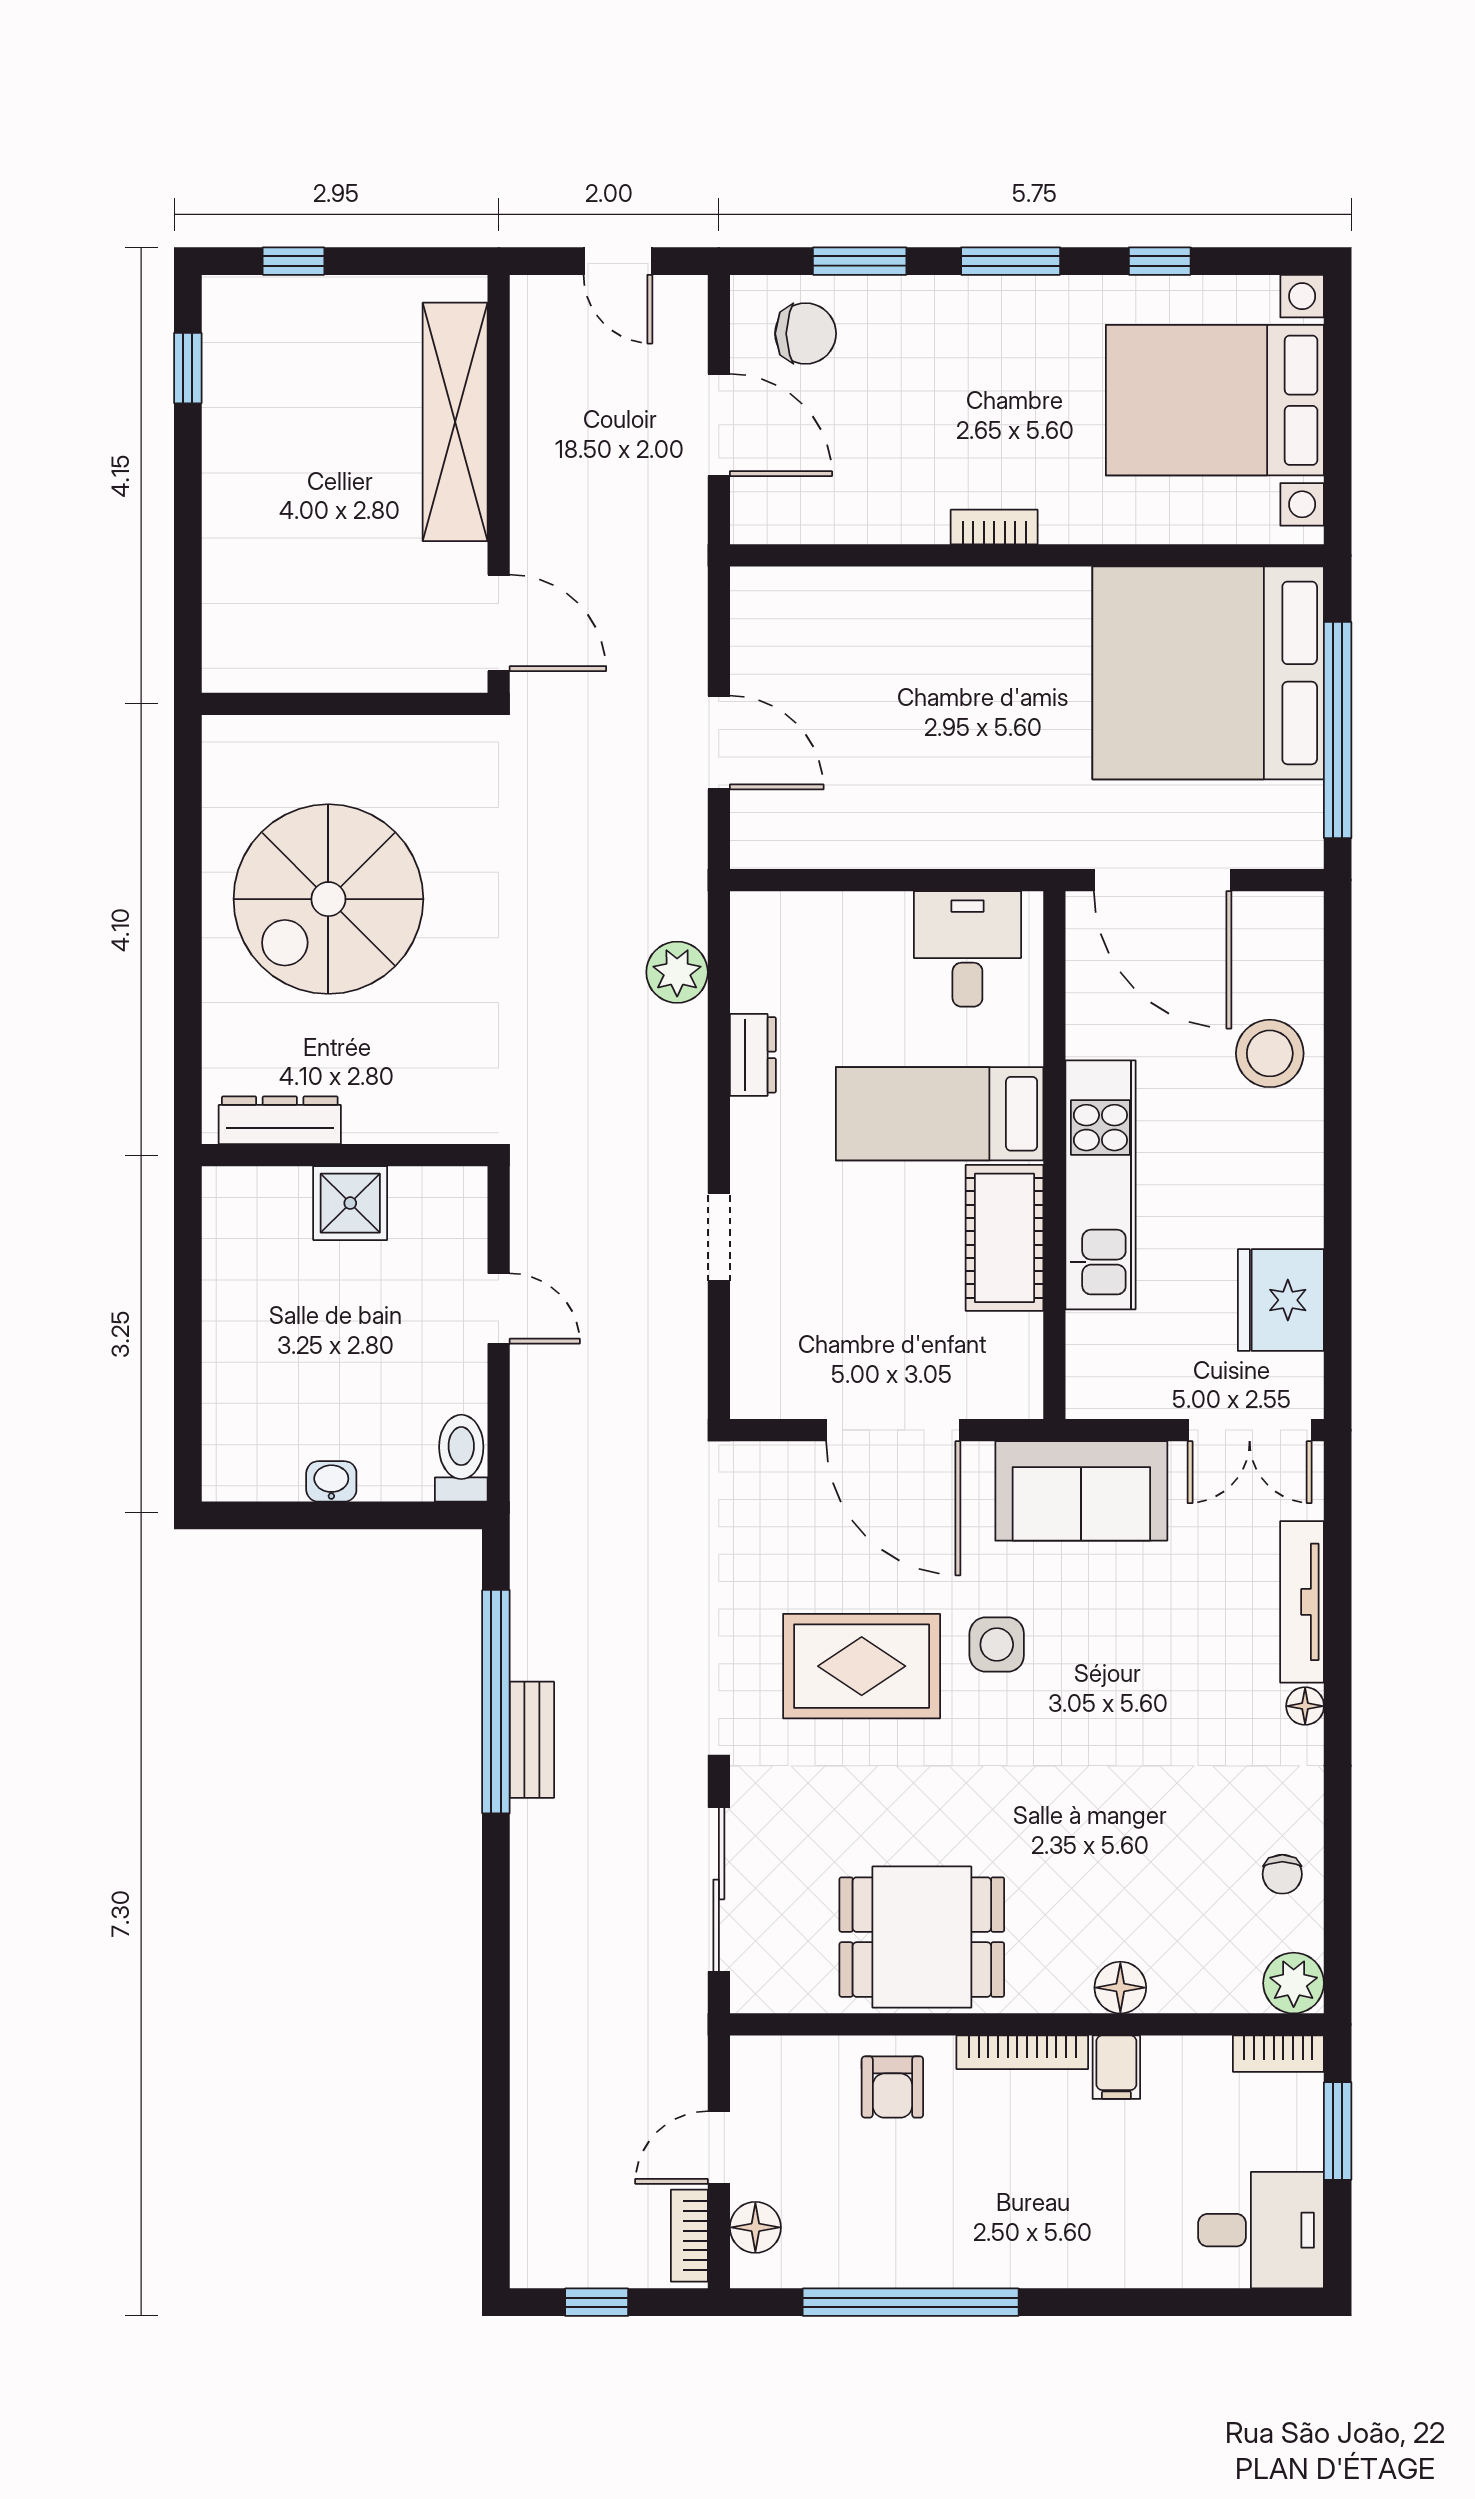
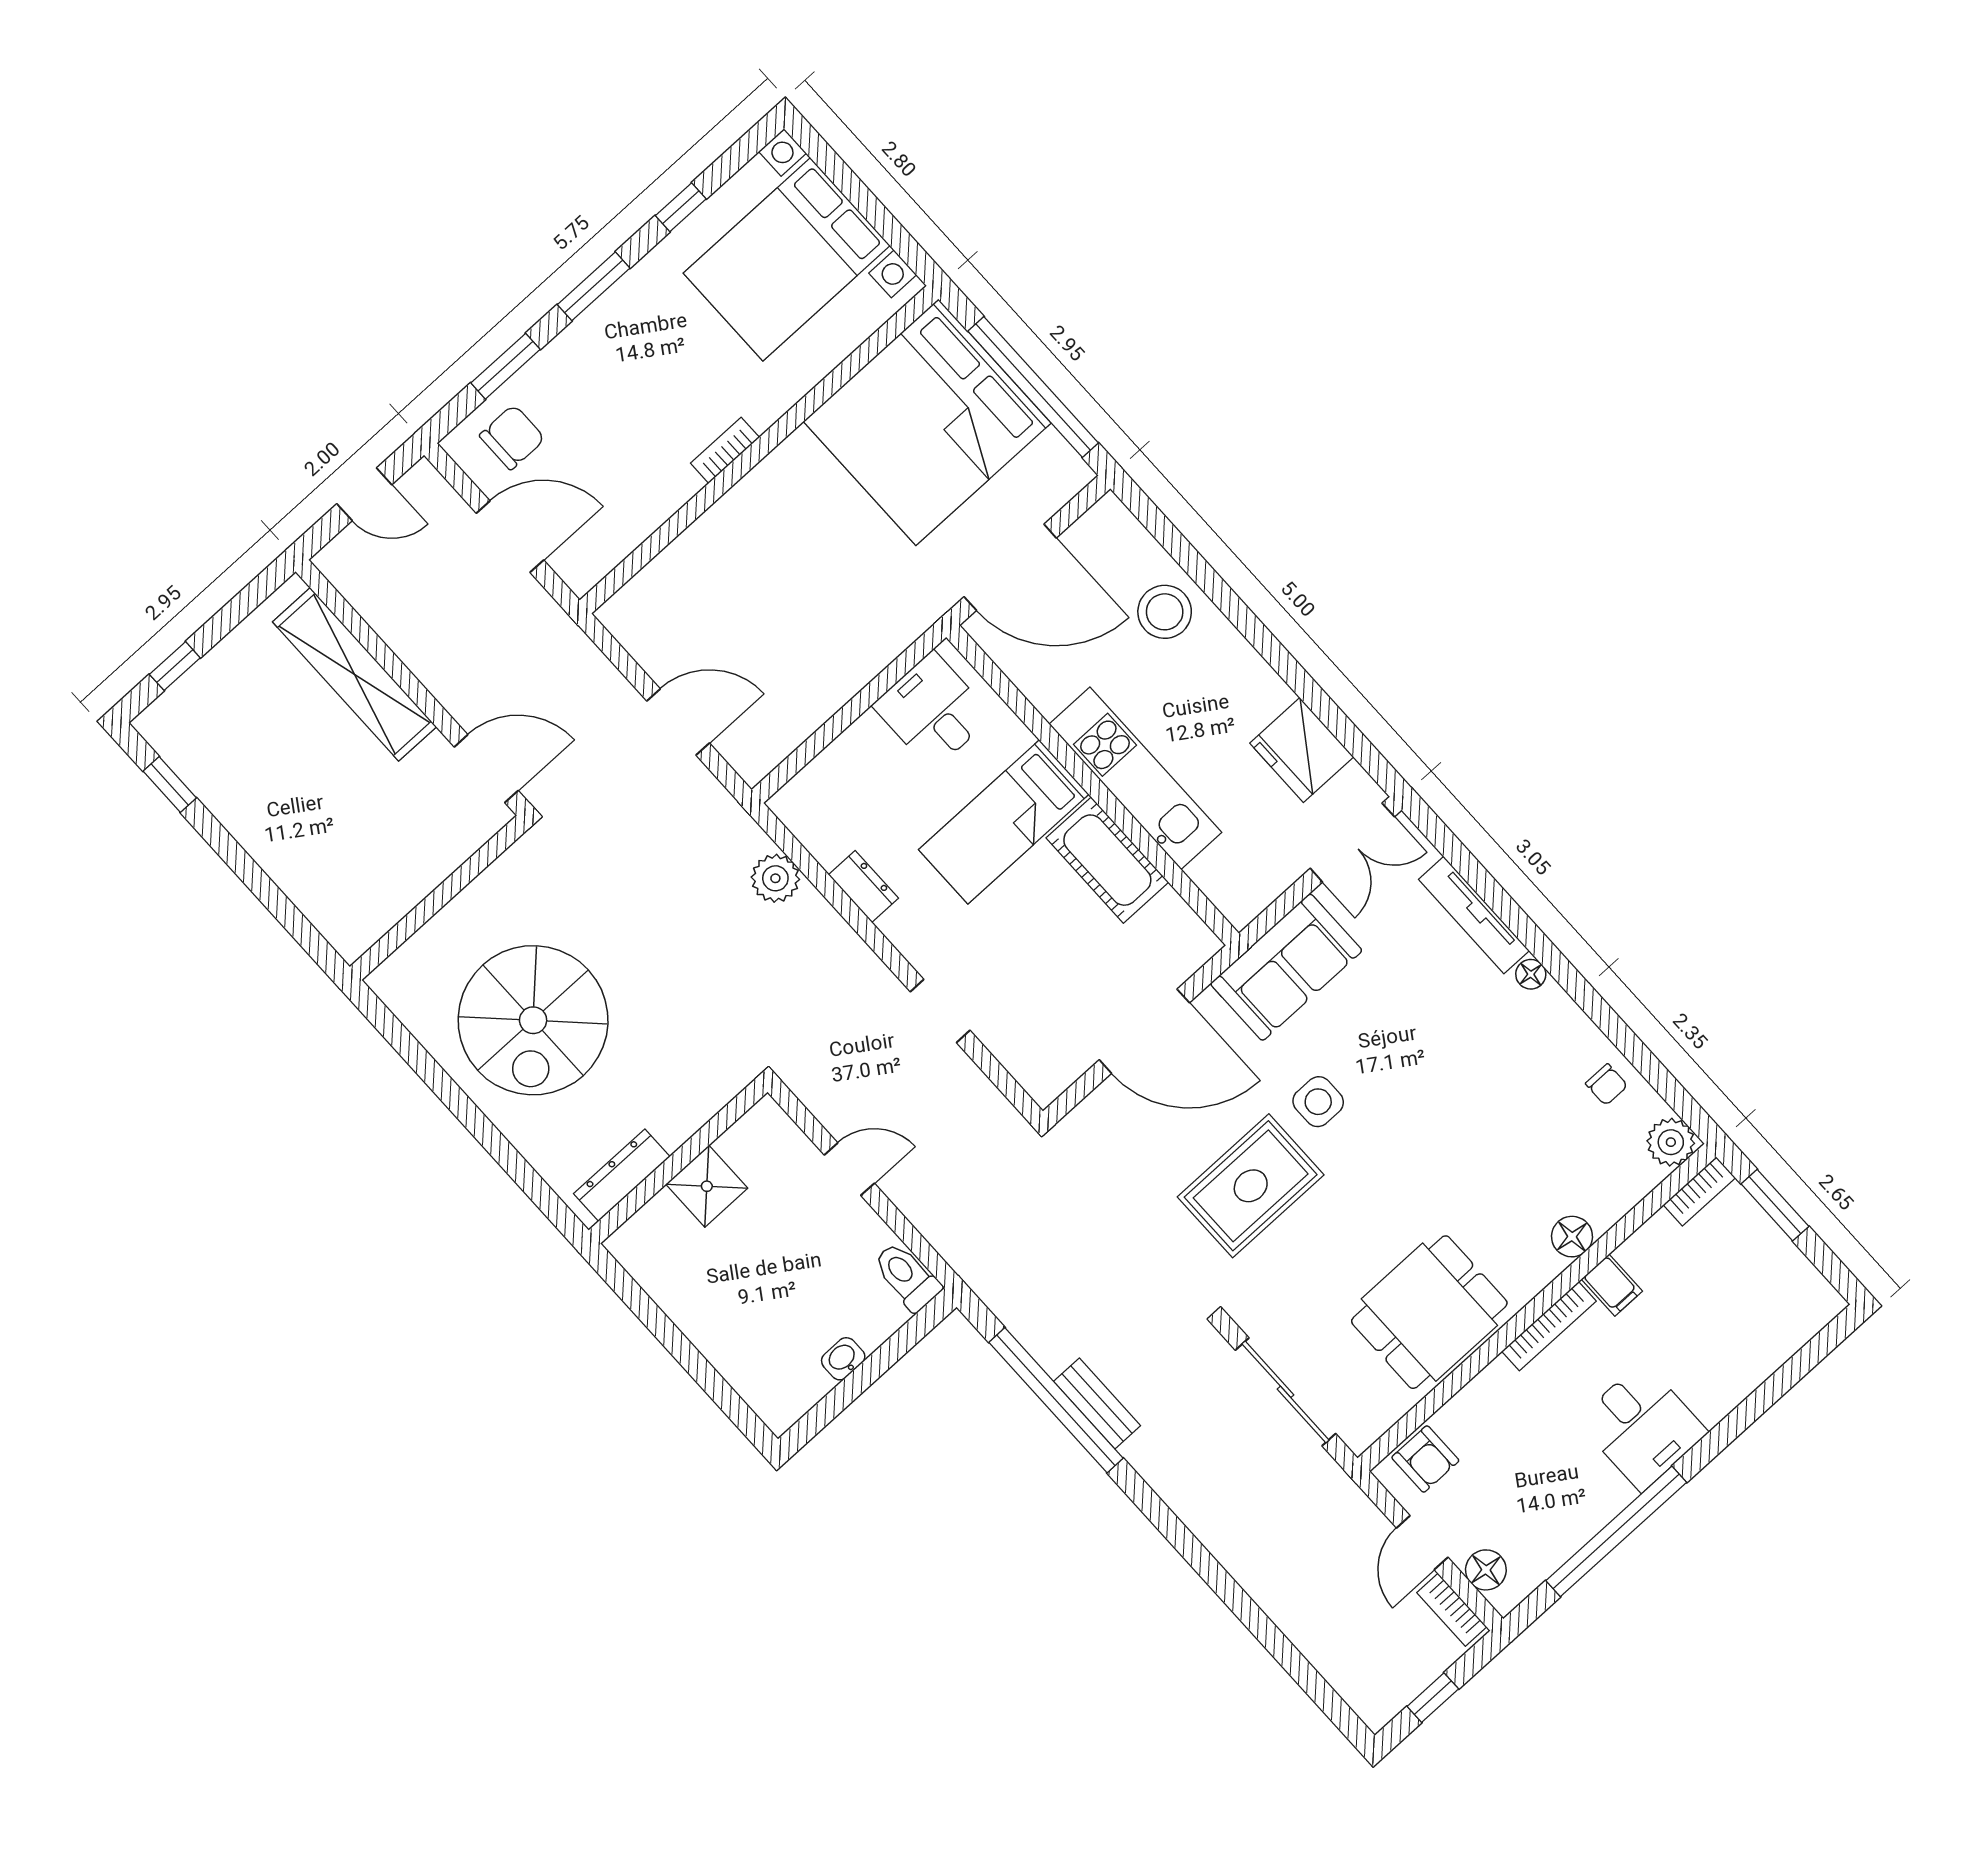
armchair: (892, 2087) -> (1425, 1459), moved
desk: (1261, 2230) -> (1642, 1426), moved, turned 90

